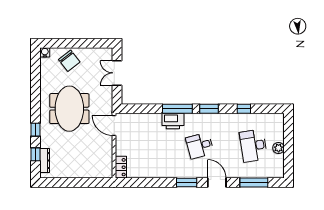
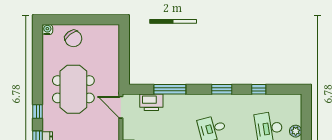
double door: (117, 73) -> (124, 51), removed
window: (177, 109) -> (170, 89), moved
printer: (173, 121) -> (151, 102), moved

